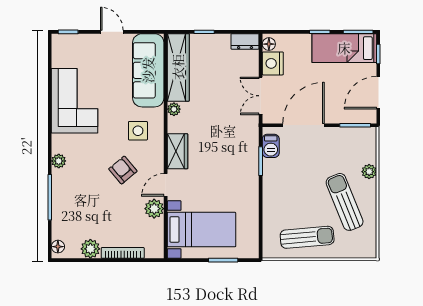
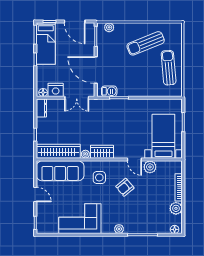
door: (112, 32) -> (35, 194), swing flipped
wardrobe: (178, 151) -> (102, 152), moved
plant: (369, 172) -> (109, 27), moved

